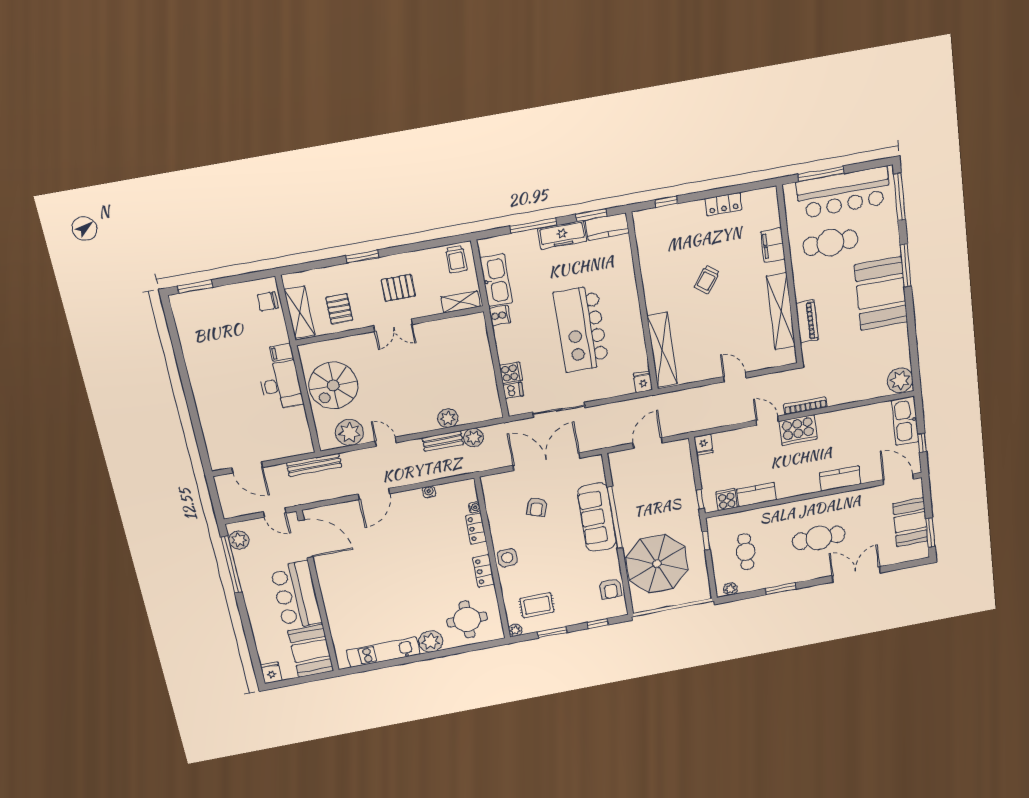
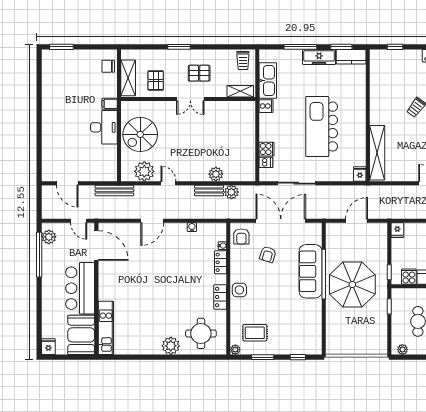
parasol: (657, 564) -> (352, 285), moved
armchair: (611, 589) -> (241, 236), moved
kitchen unit: (383, 652) -> (106, 328), moved, turned 90

